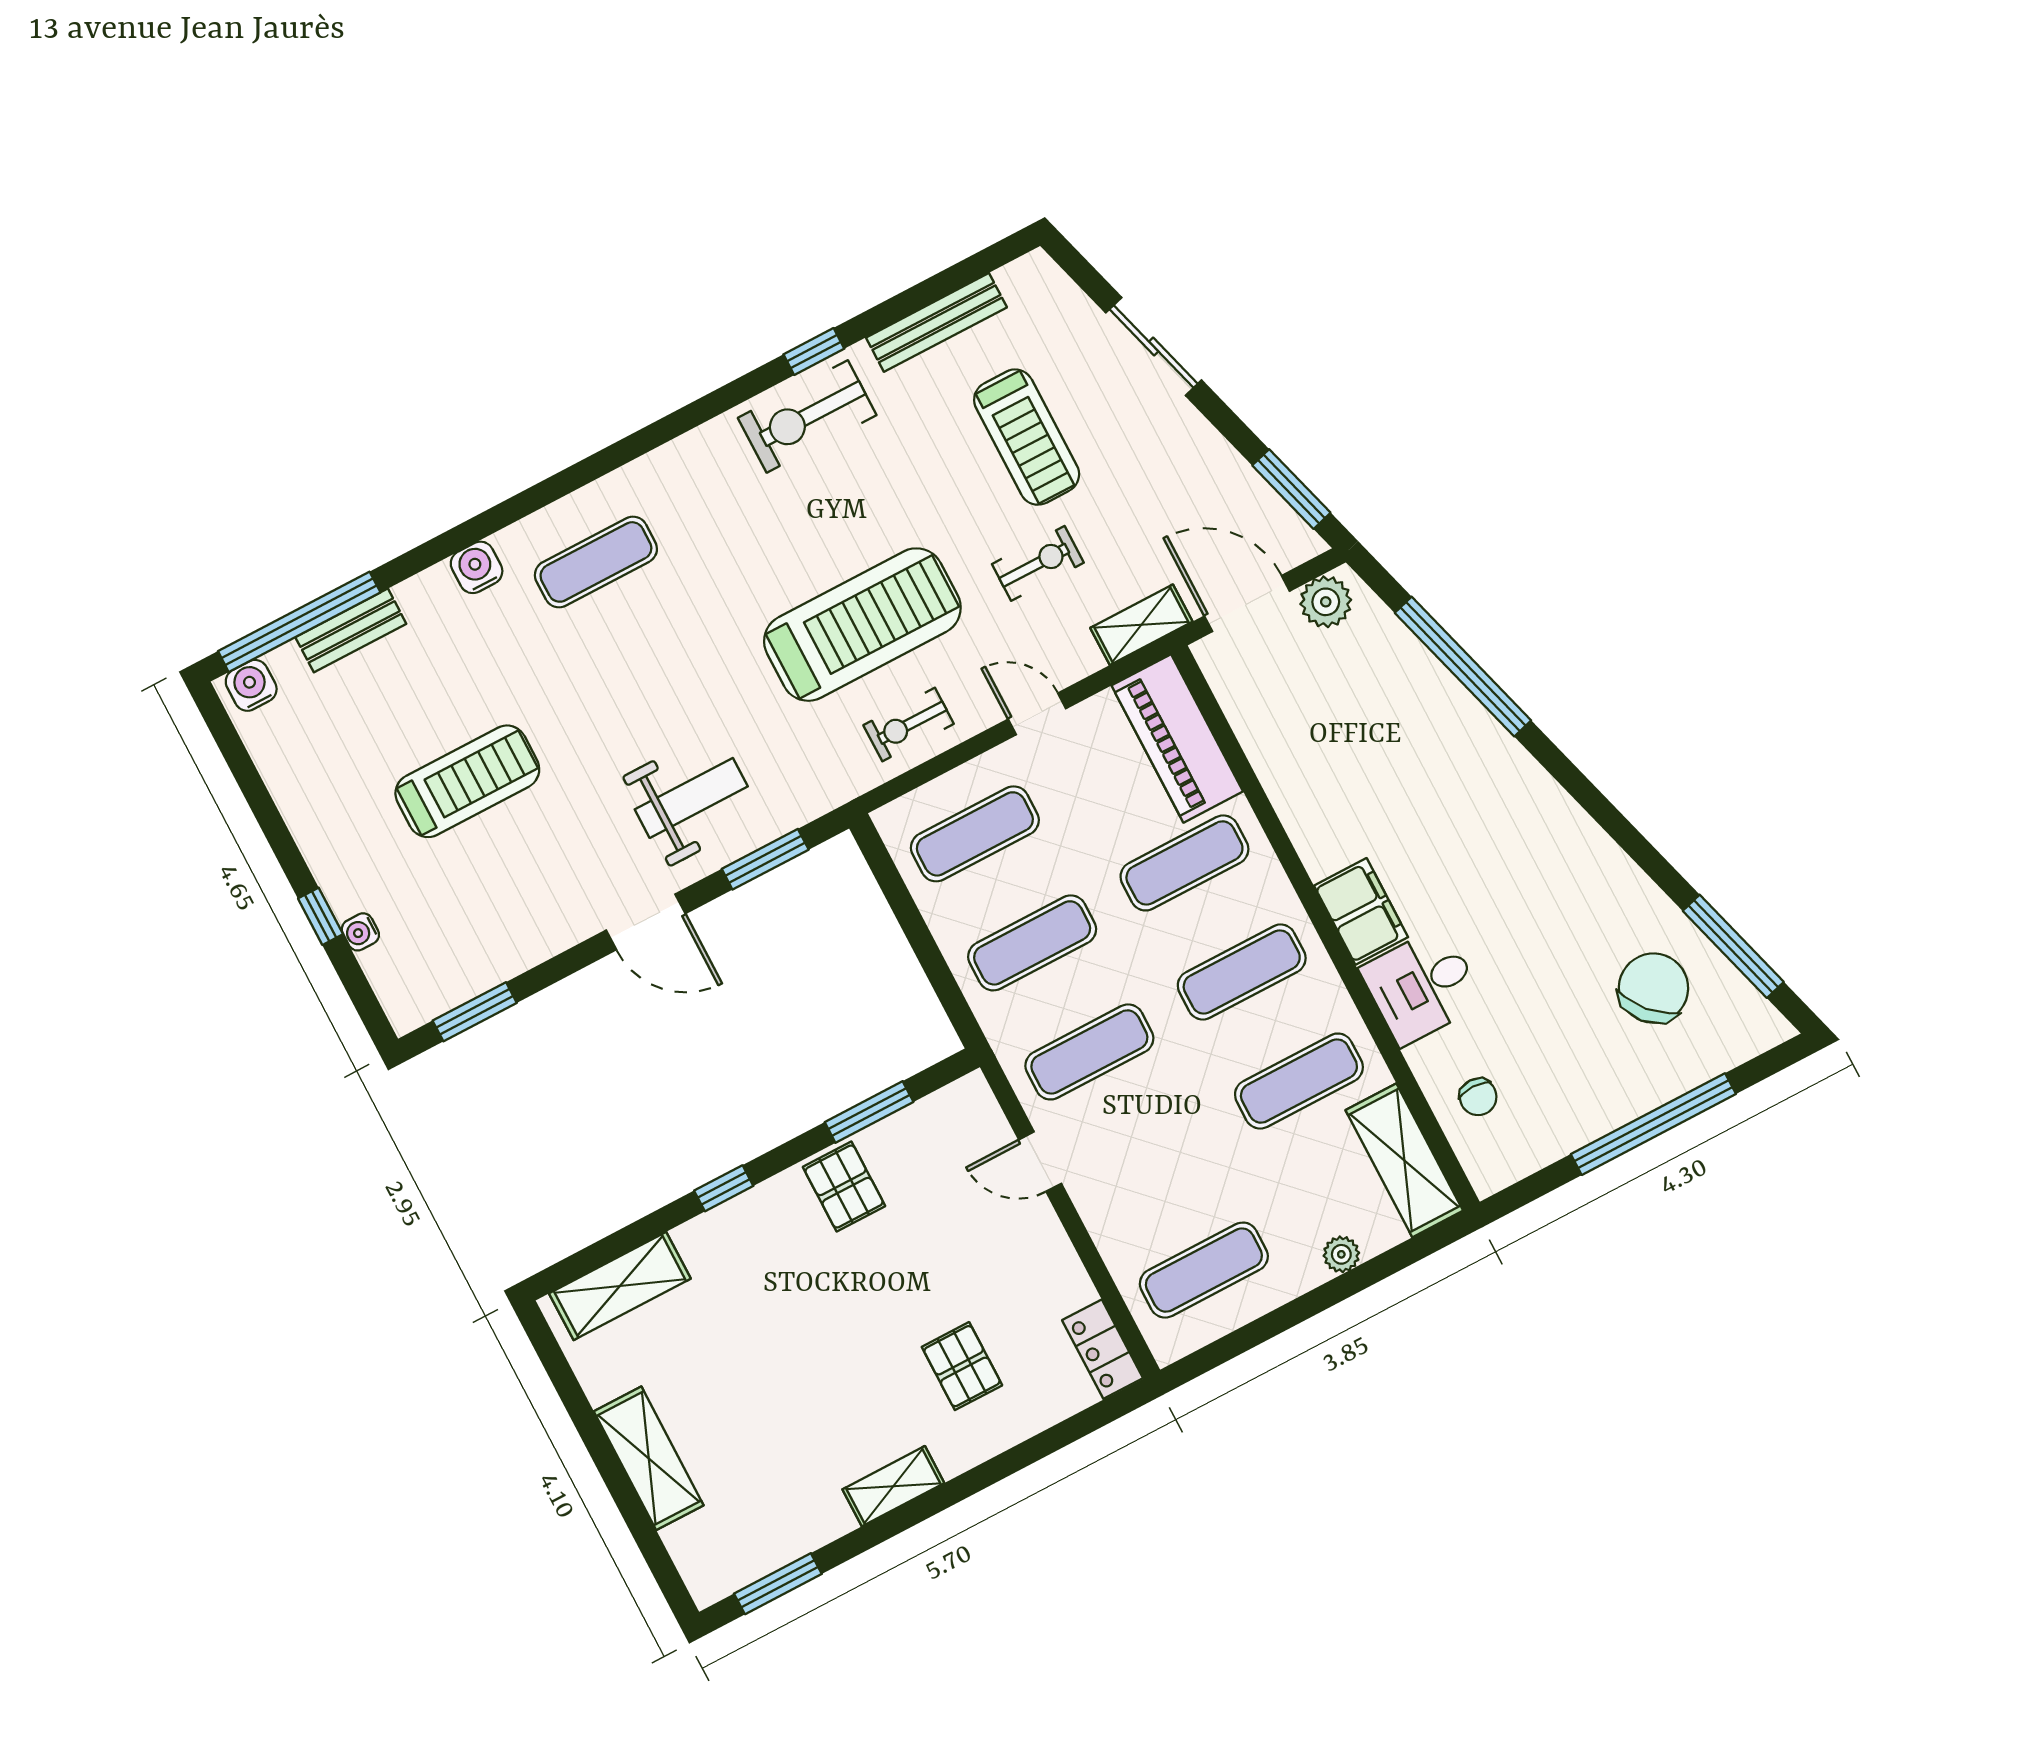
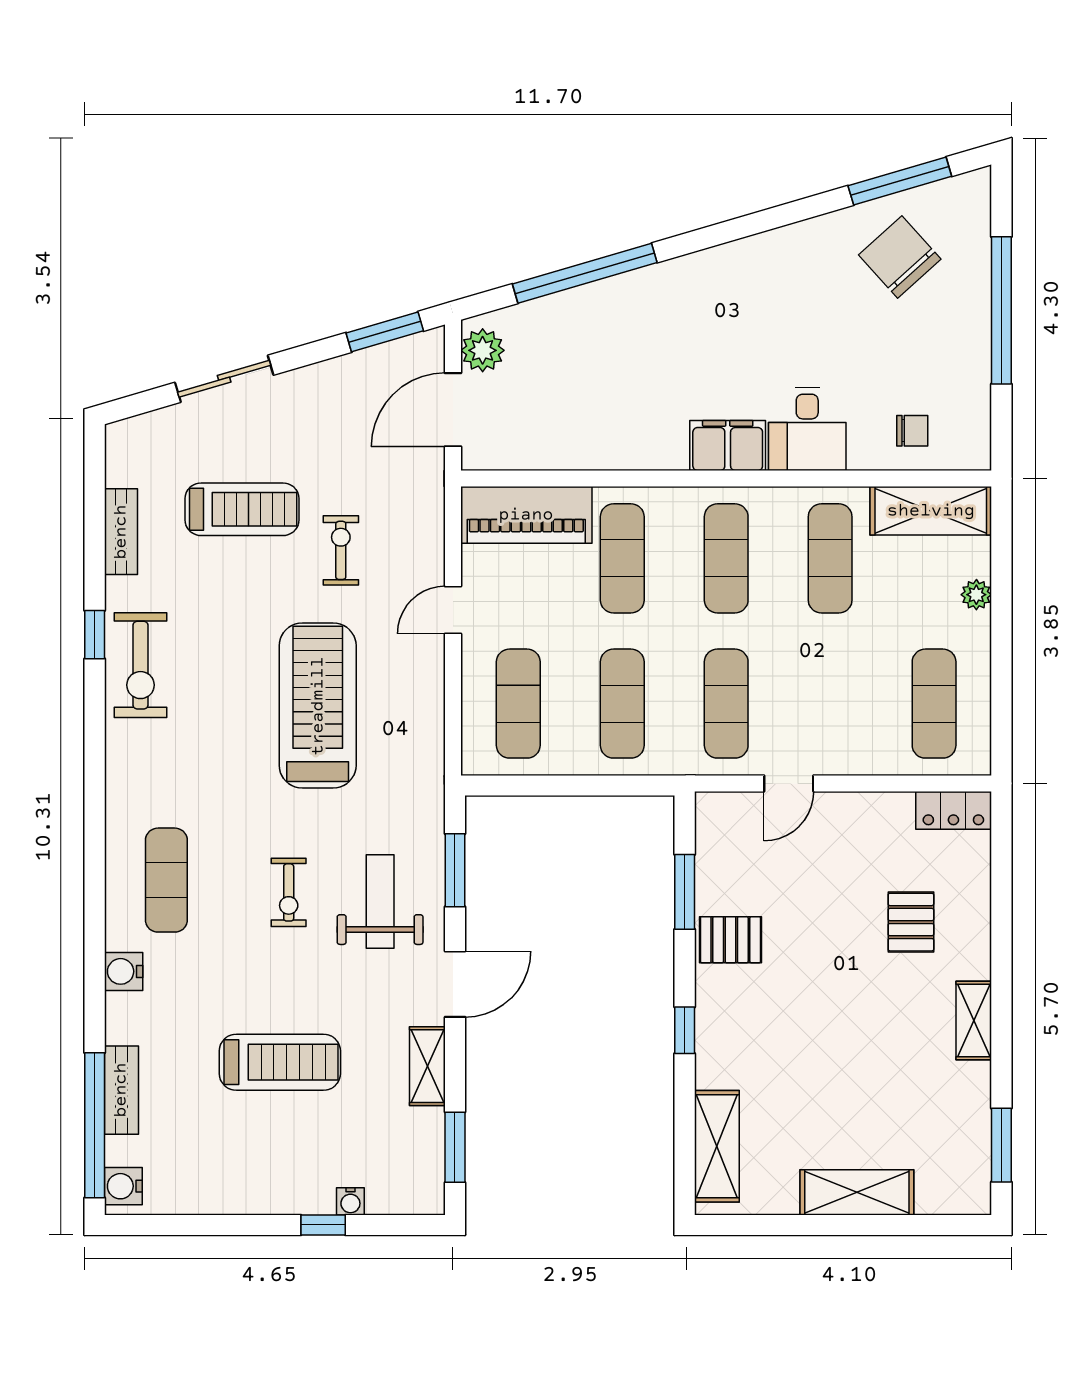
bench: (936, 322) -> (121, 532), width x0.73
shelving: (1141, 625) -> (427, 1066), moved
exercise bike: (909, 725) -> (289, 892), moved
treadmill: (467, 781) -> (280, 1062), turned 90
pallet: (962, 1366) -> (911, 922), turned 90

